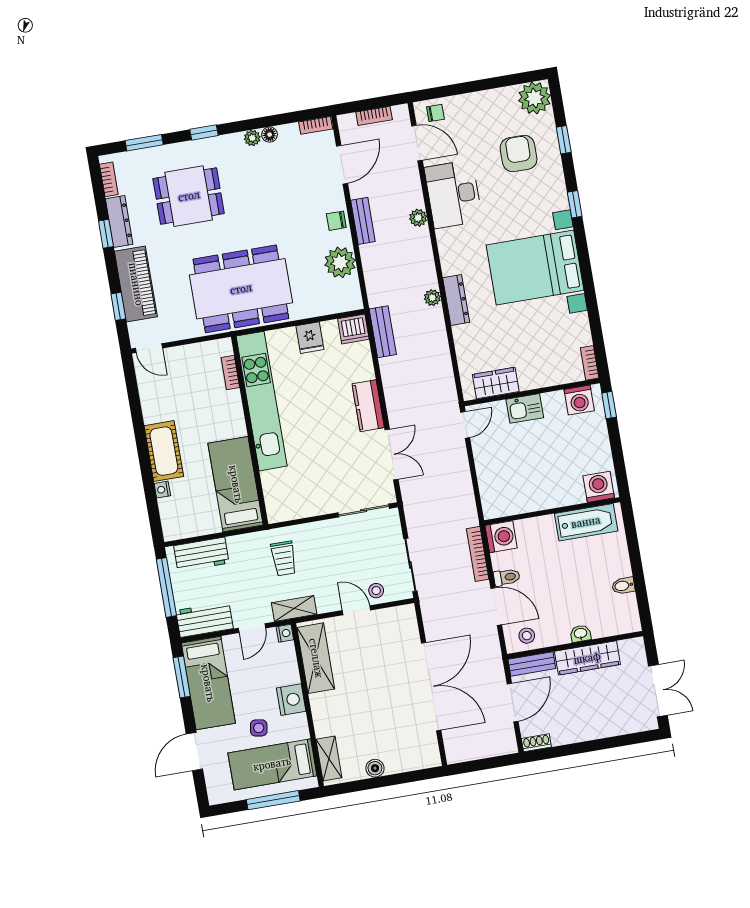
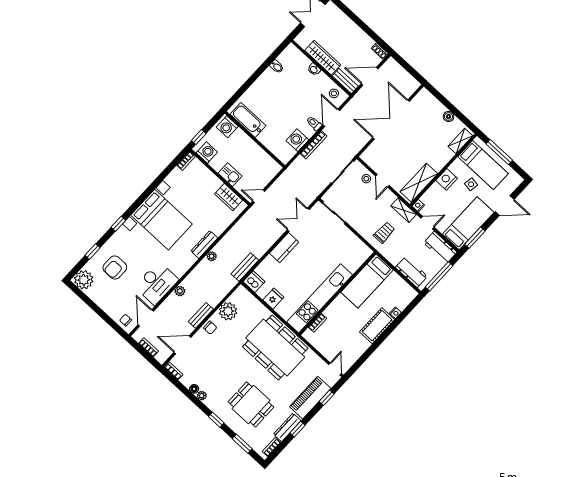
washing machine: (599, 487) -> (227, 127), moved
wall: (552, 511) -> (255, 139), moved
bathtub: (586, 522) -> (248, 120), moved

